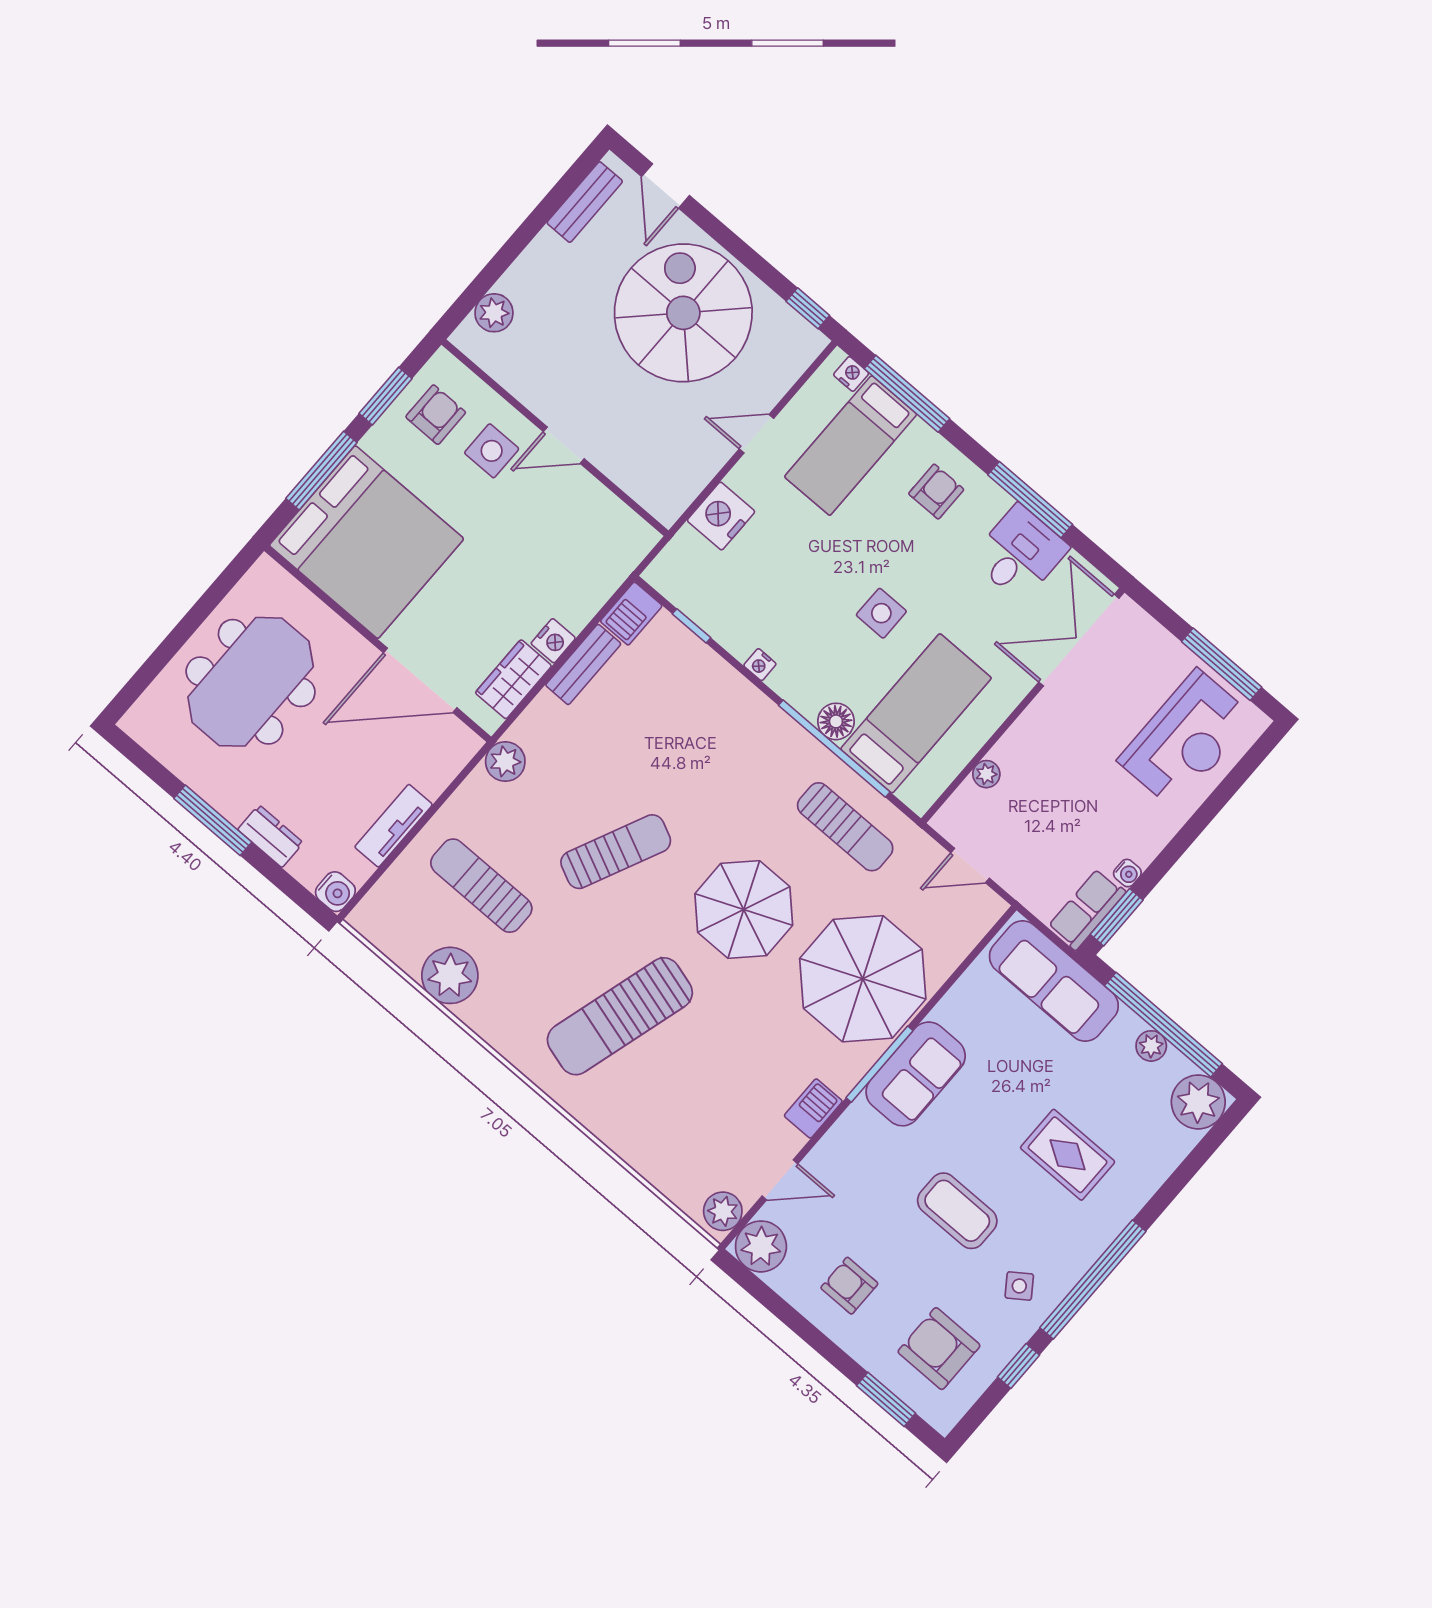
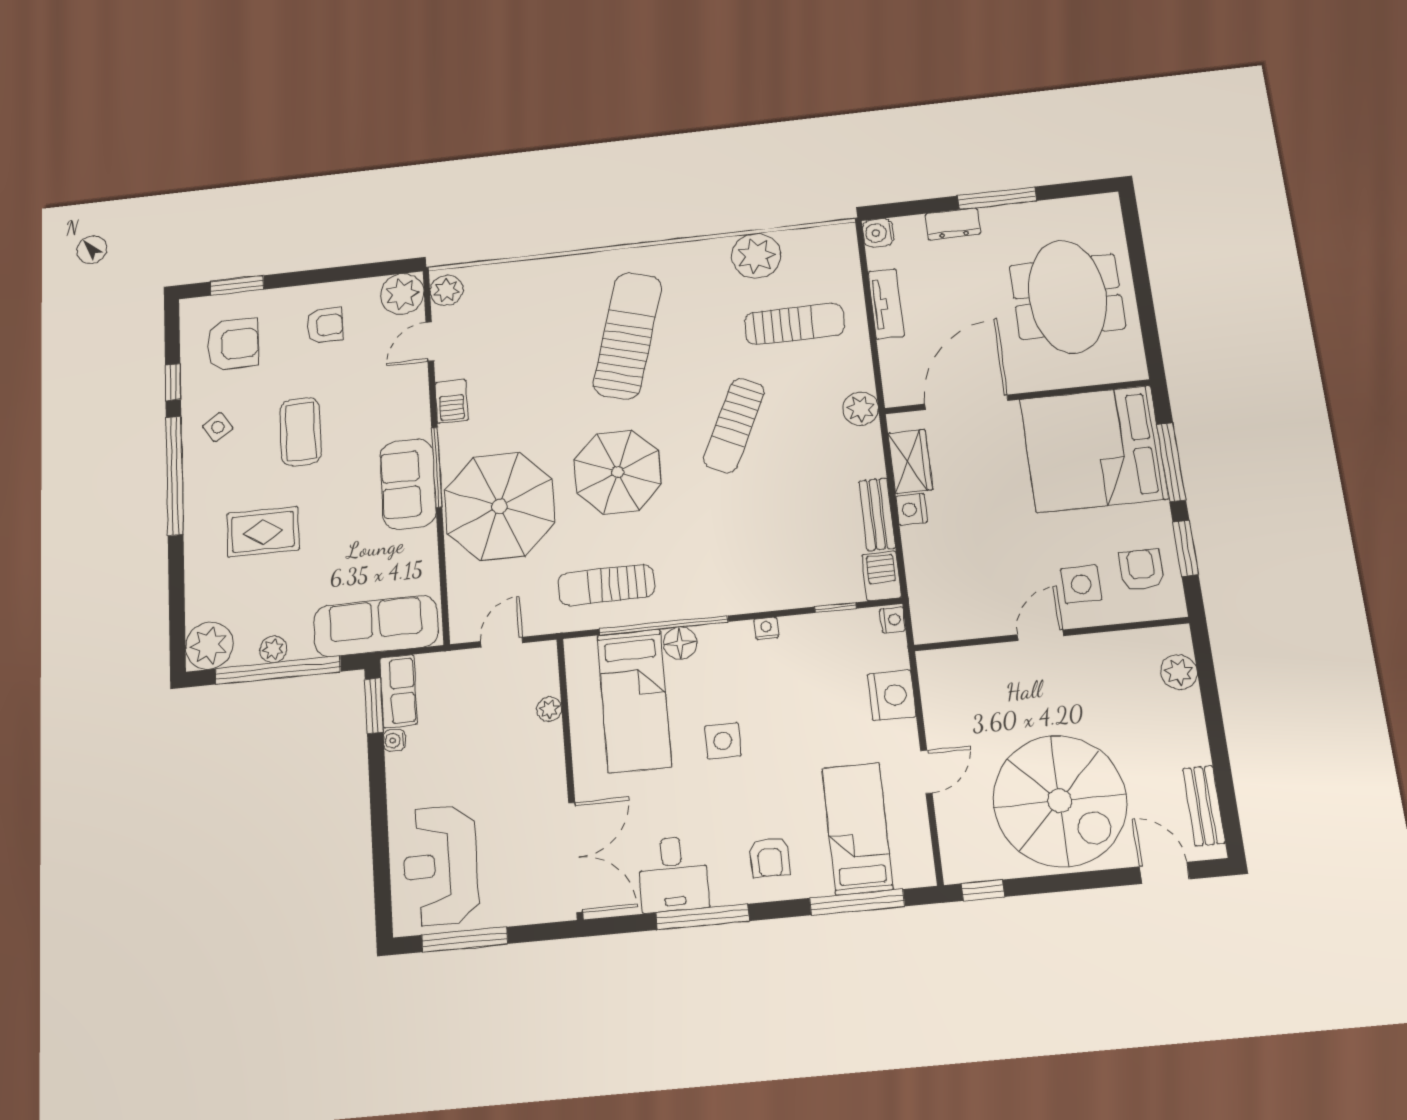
nightstand: (851, 374) -> (893, 620), moved, turned -90
armchair: (436, 415) -> (1141, 570), turned 180
coffee table: (957, 1211) -> (301, 432), turned 90

